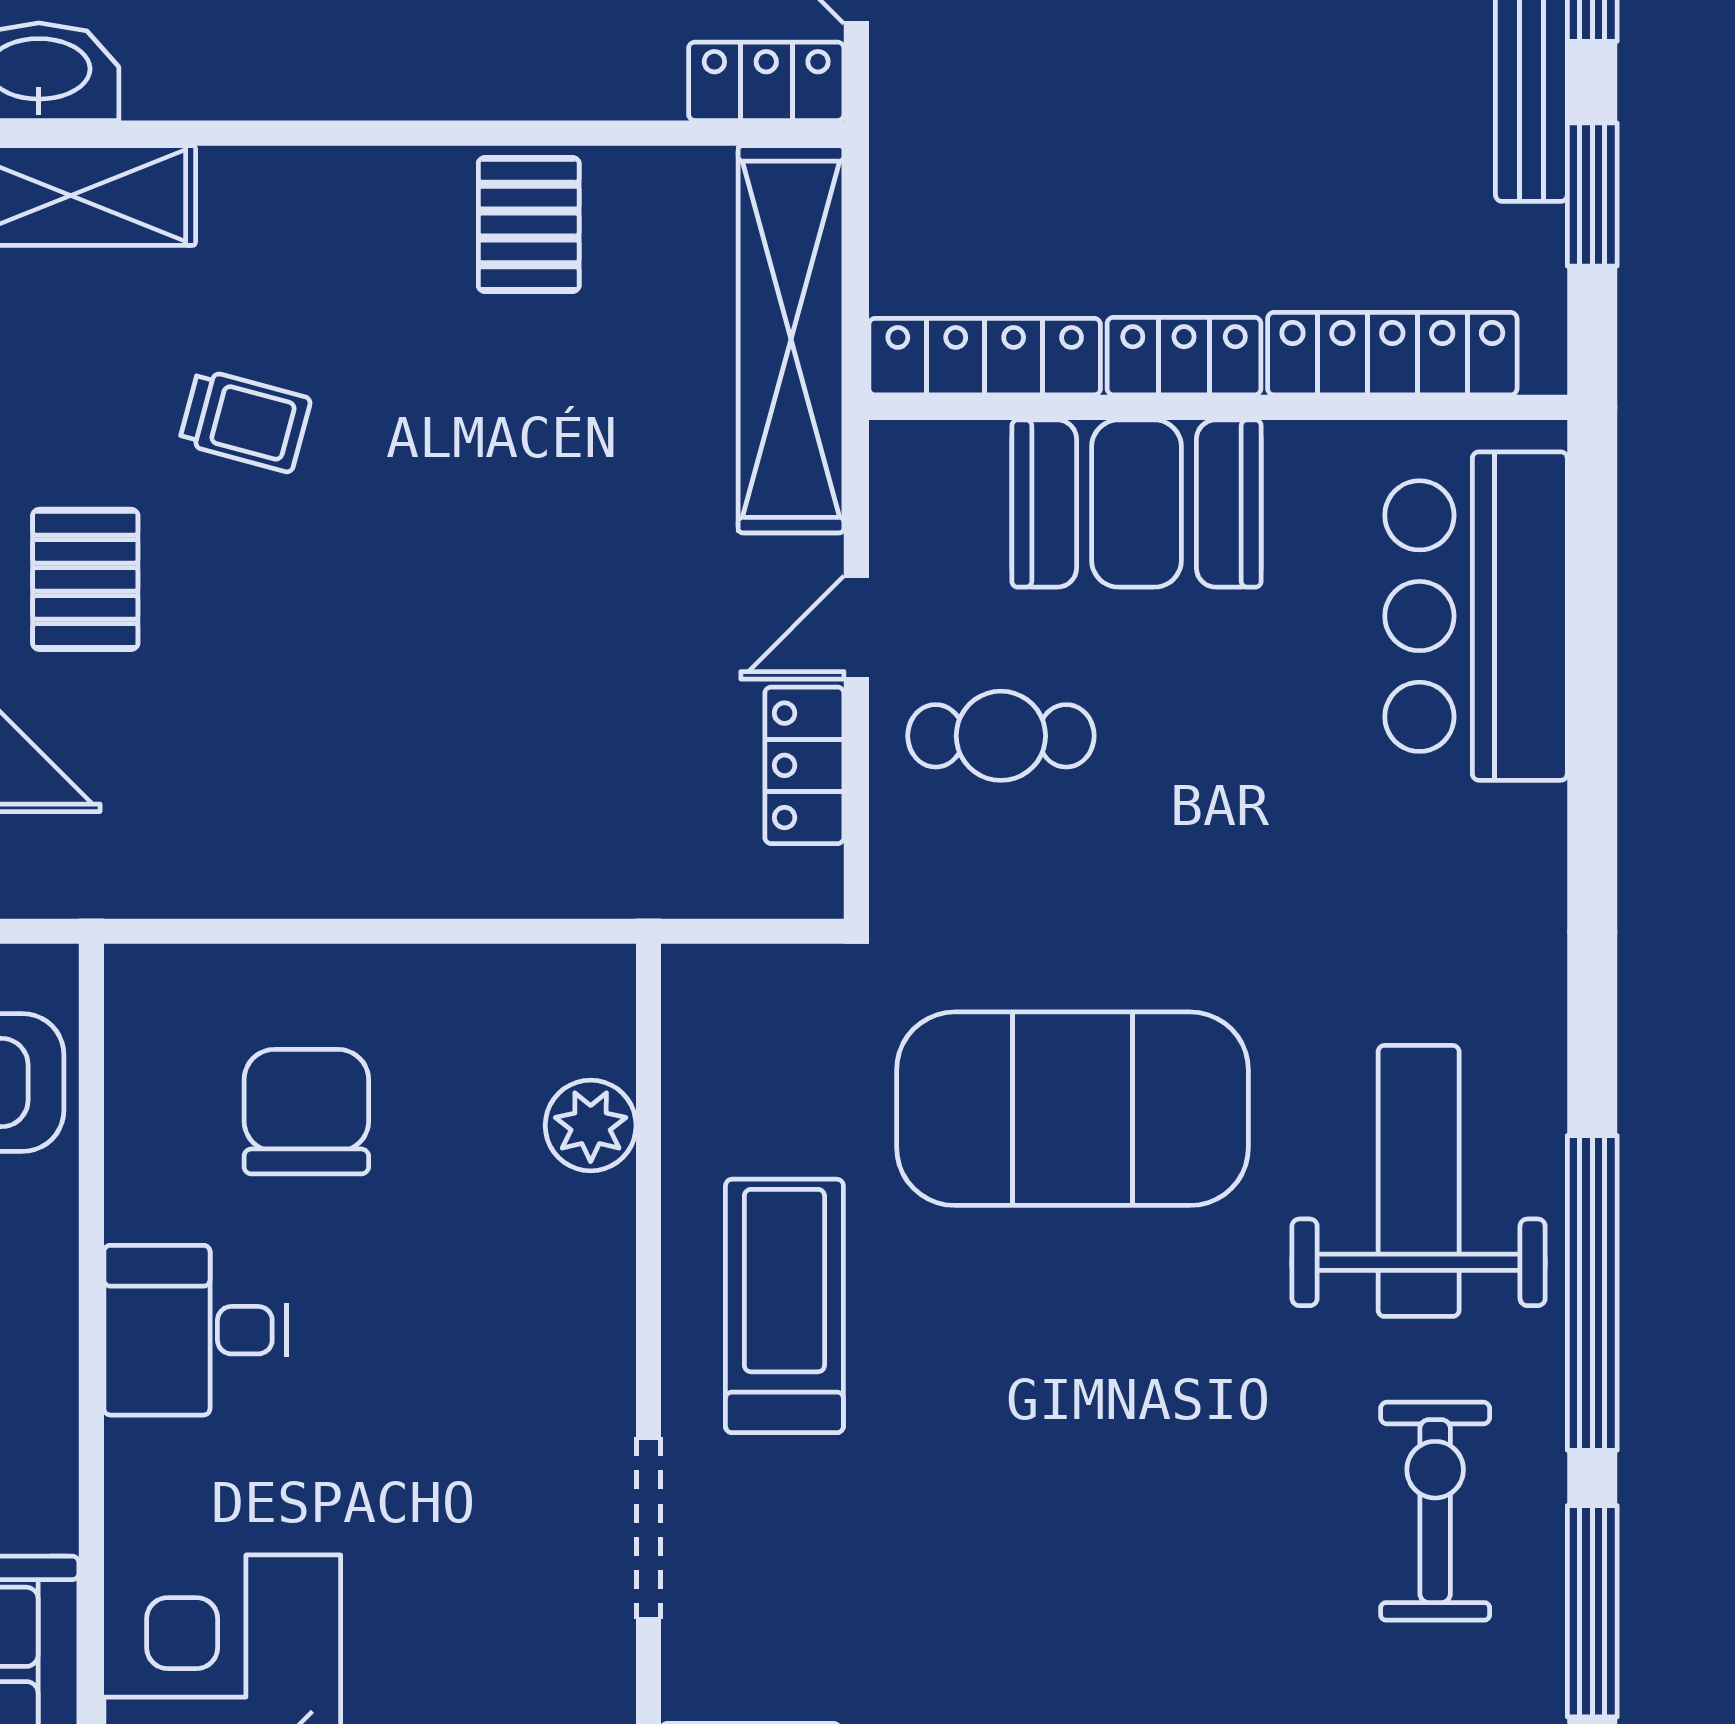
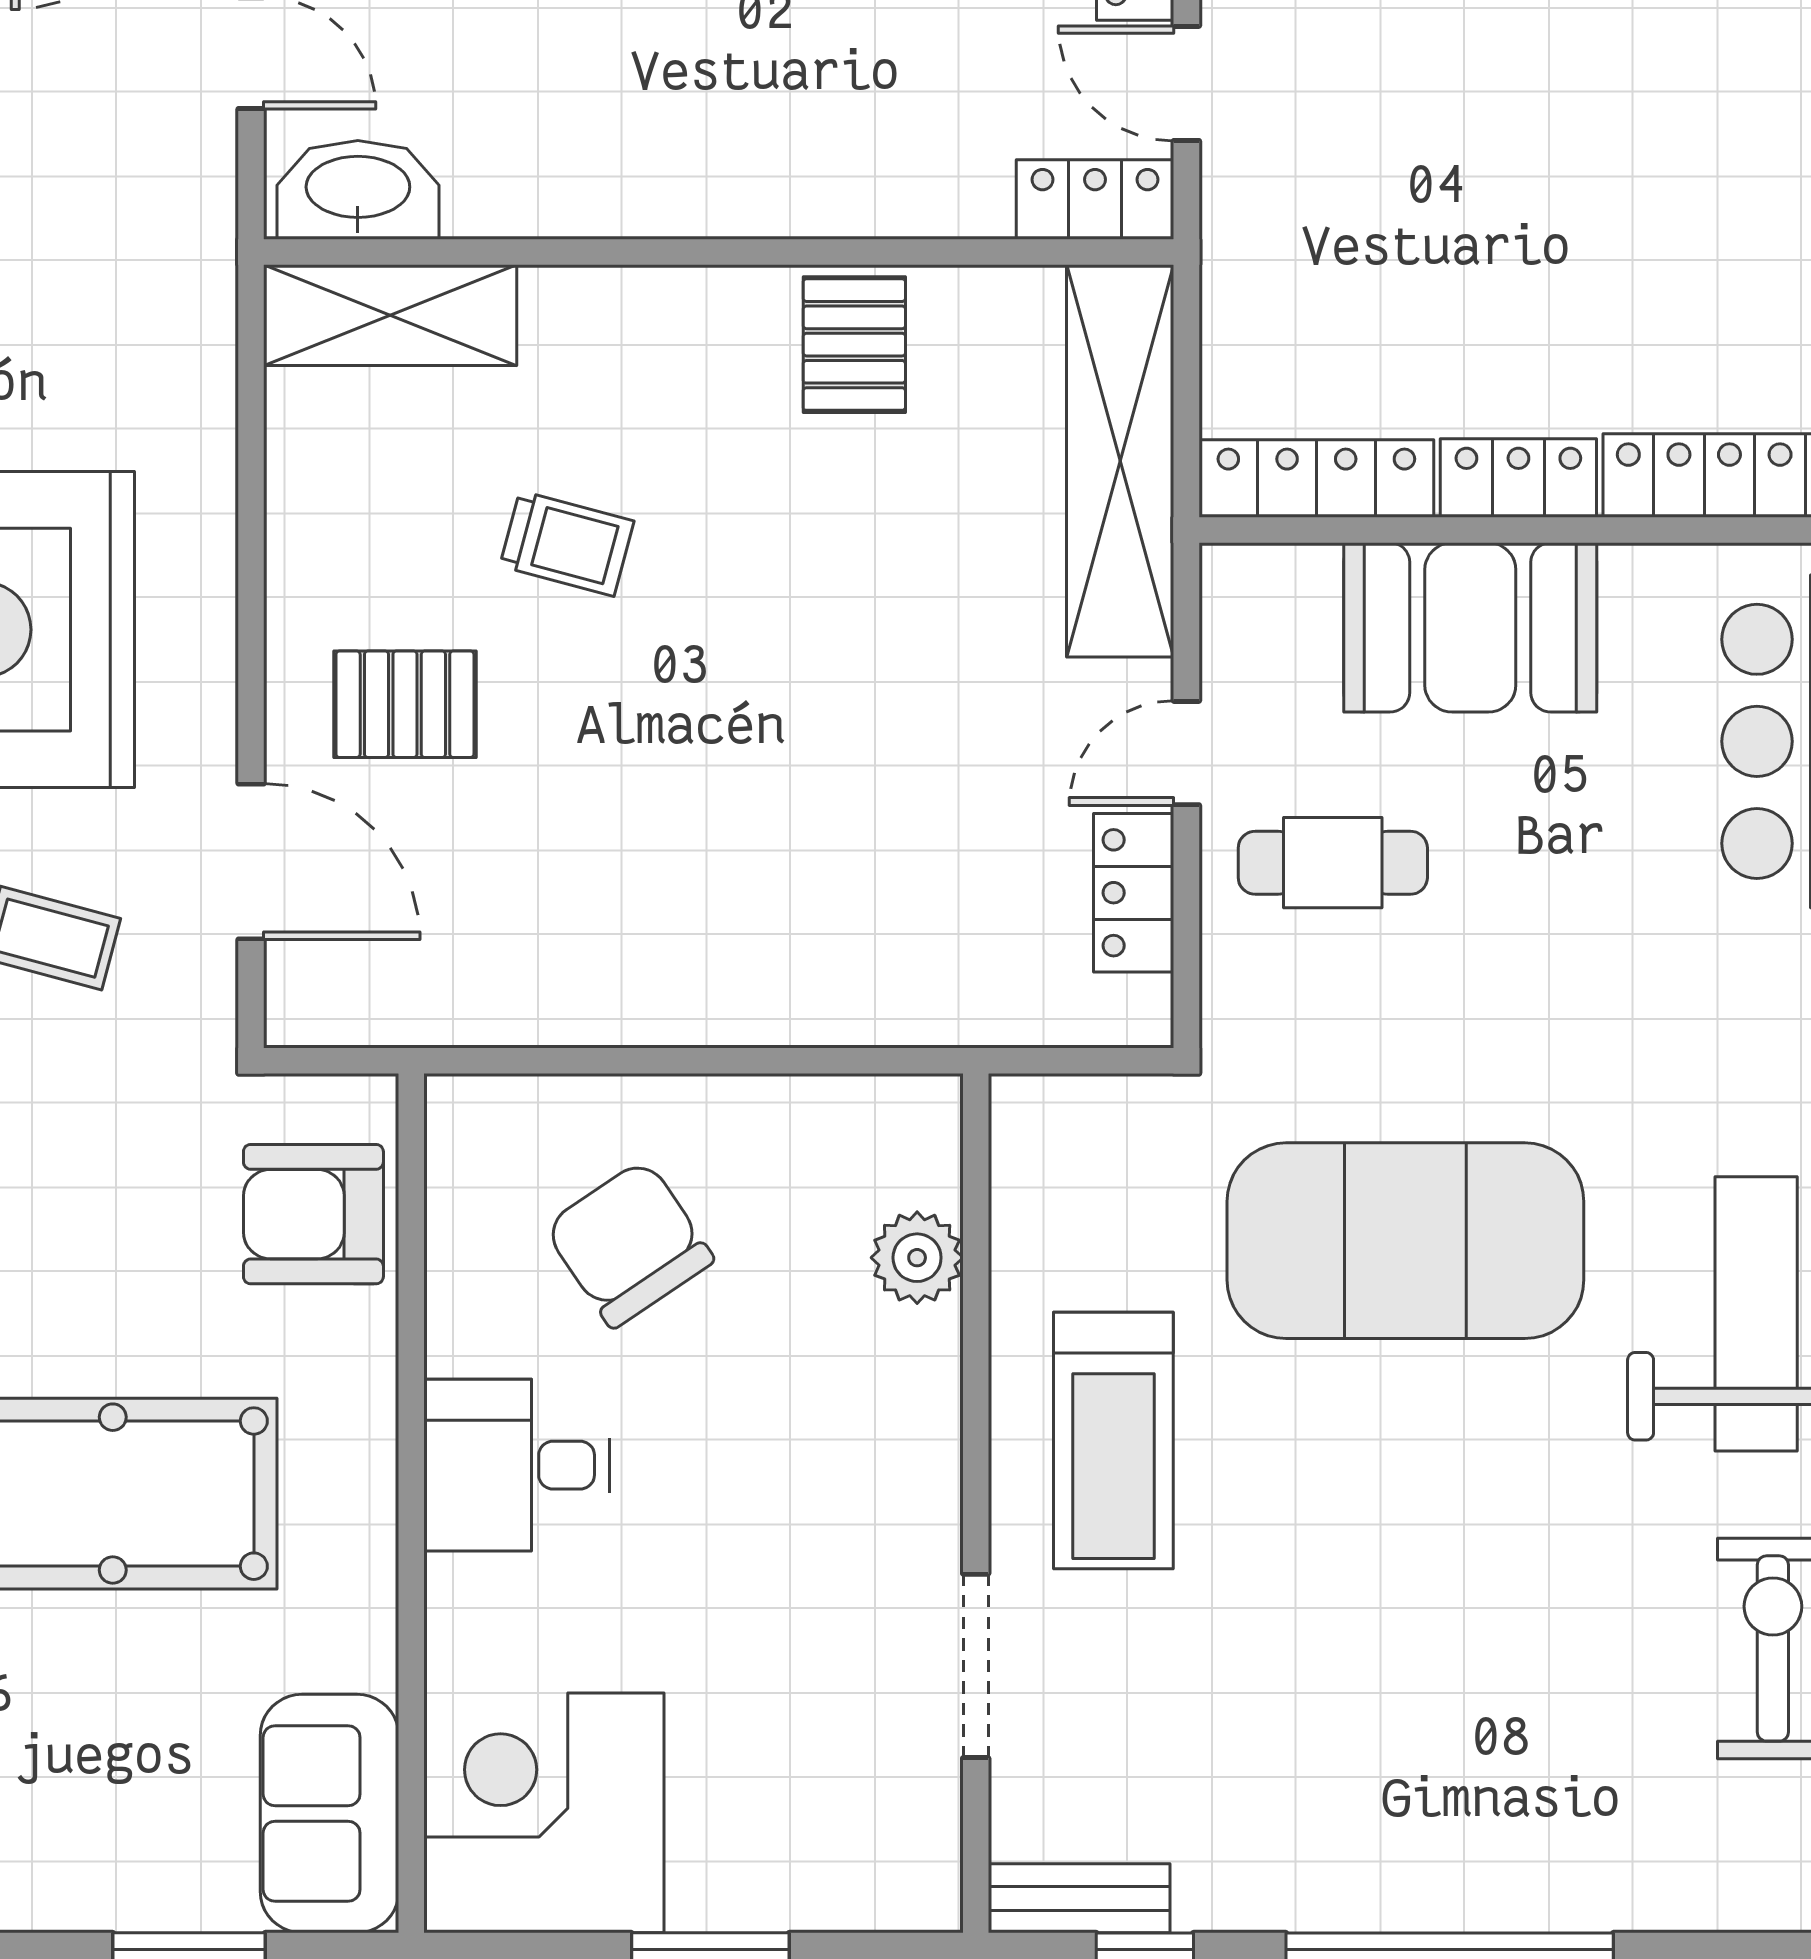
pallet: (85, 579) -> (405, 704), turned 90
chair: (306, 1112) -> (629, 1244), turned -34
treadmill: (784, 1306) -> (1113, 1441), turned 180

